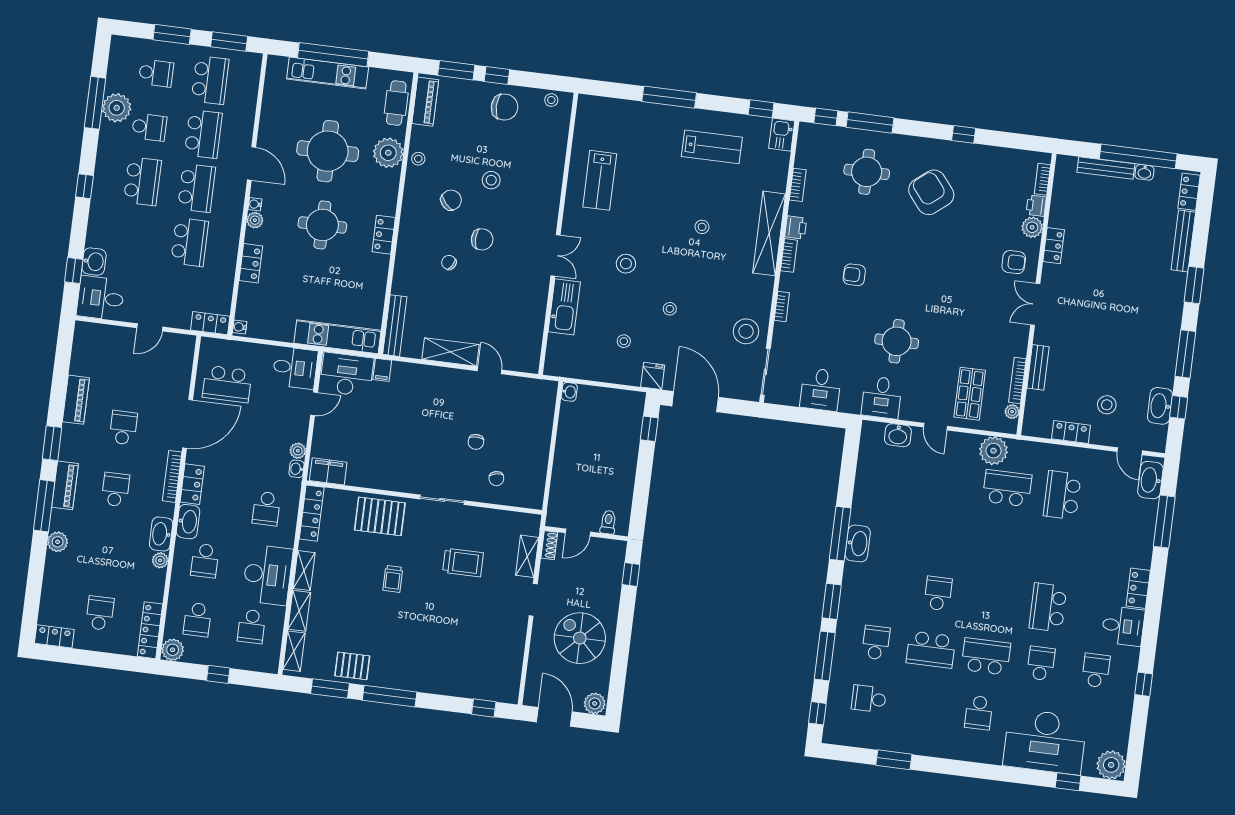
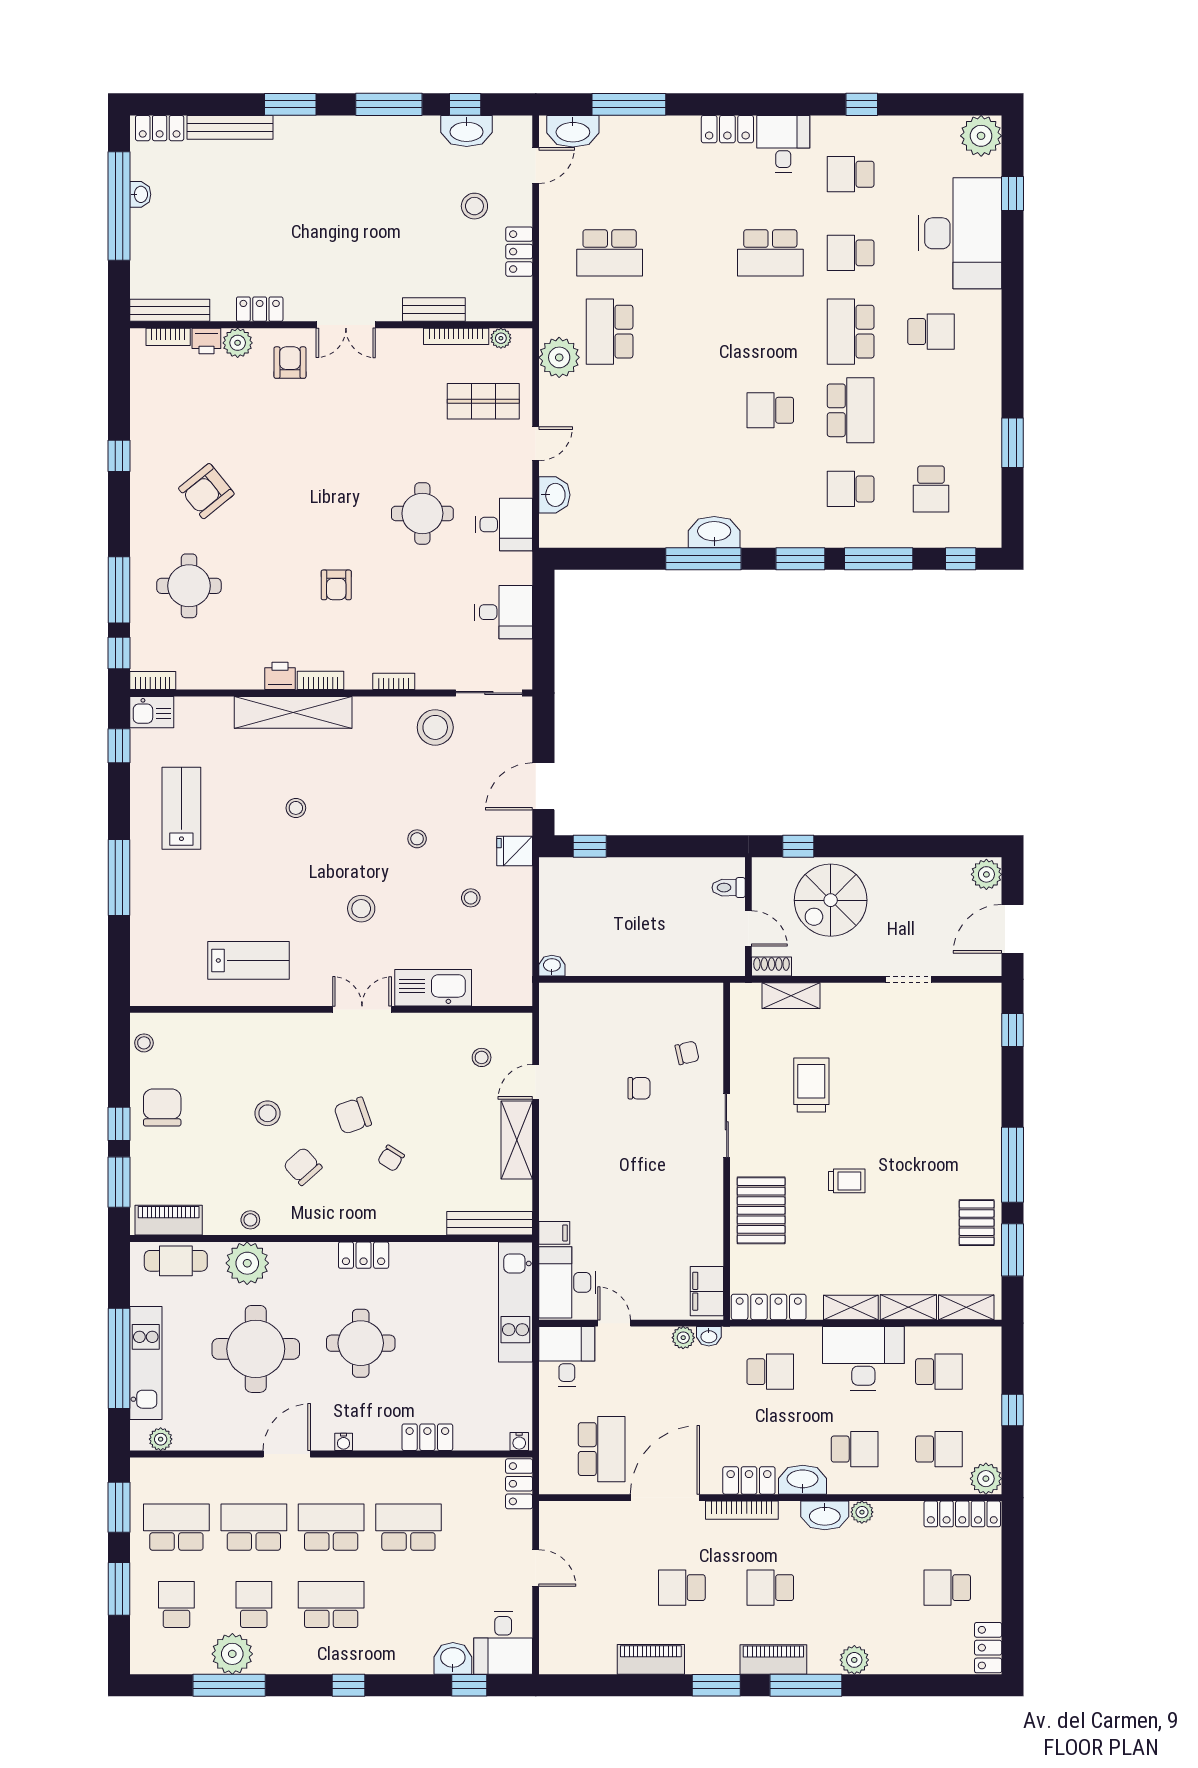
bench: (1106, 168) -> (170, 310), moved, turned 90
bookcase: (798, 185) -> (153, 681), moved
armchair: (931, 192) -> (206, 491), width x0.73, depth x0.73
plant: (255, 220) -> (161, 1439), moved
chair: (482, 239) -> (353, 1116), turned -109
stool: (511, 335) -> (482, 1057), added
door: (695, 402) -> (543, 786), width x0.73
door: (188, 424) -> (665, 1498), hinge flipped
doorway: (533, 600) -> (909, 979), moved
spiral stairs: (580, 638) -> (831, 900), moved

